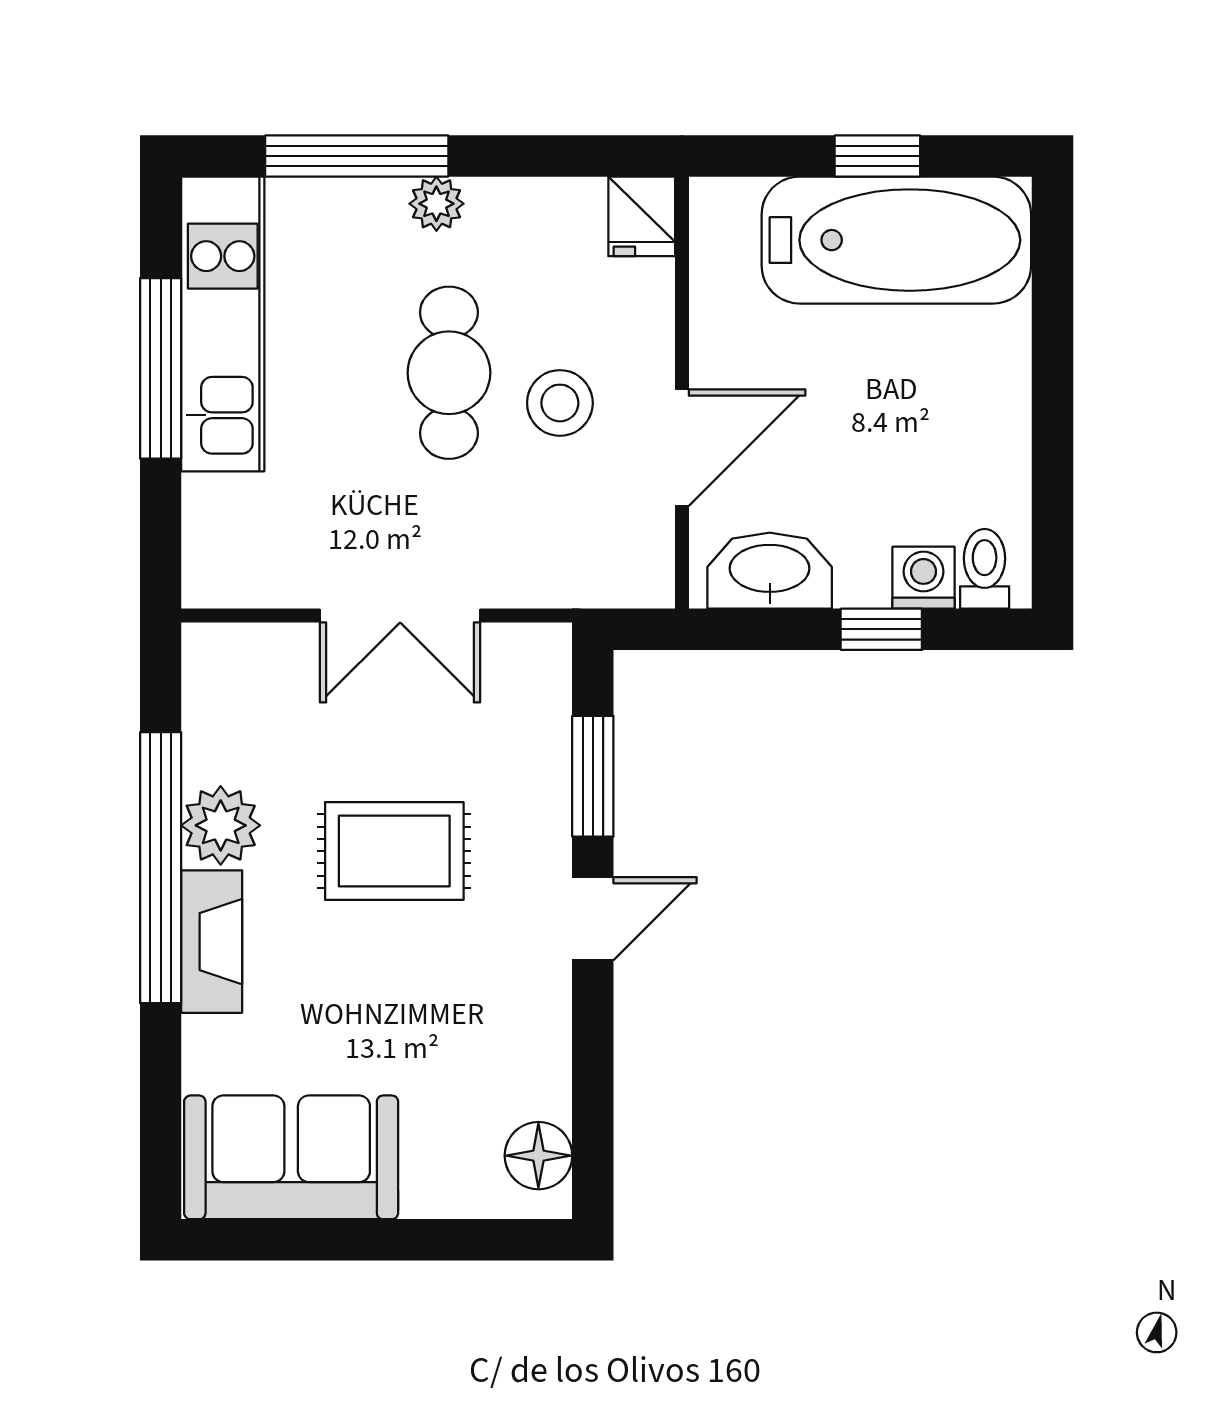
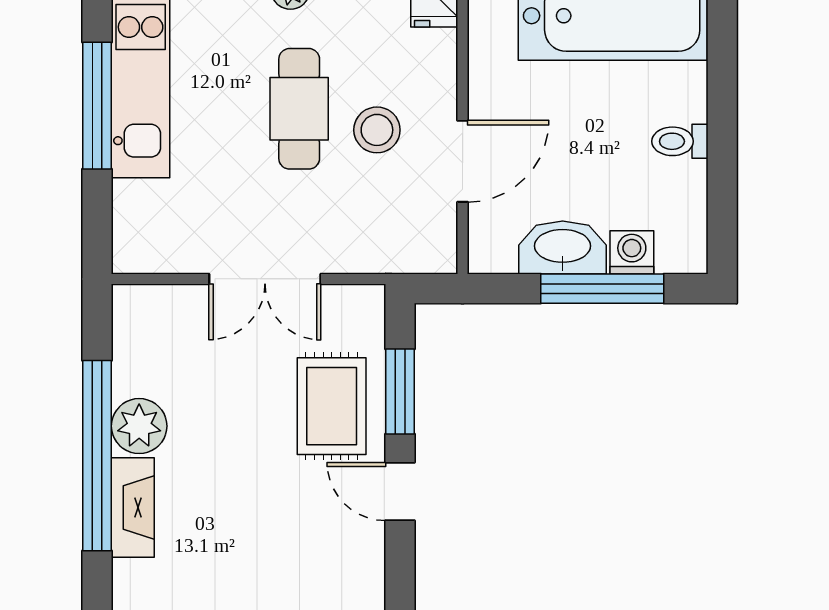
toilet: (985, 569) -> (680, 141), moved, turned -90
washbasin: (770, 571) -> (563, 247), moved
window: (881, 629) -> (602, 289), width x2.17
rug: (394, 851) -> (332, 406), moved, turned 90
door: (593, 919) -> (400, 492), swing flipped

